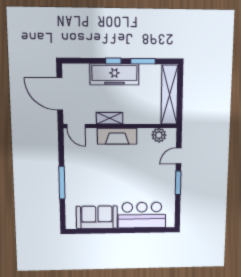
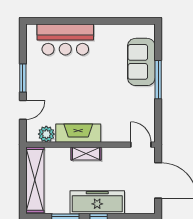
shelving: (110, 118) -> (86, 154), moved
fireplace: (117, 136) -> (78, 133), moved
sofa: (97, 217) -> (141, 62), moved, turned 90

